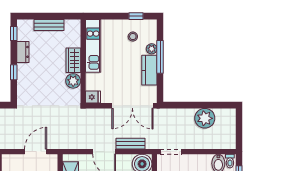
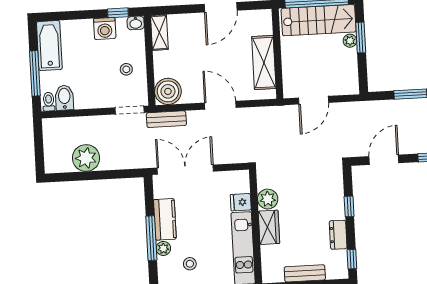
fridge: (93, 97) -> (241, 202), moved
bench: (131, 144) -> (166, 119), moved

